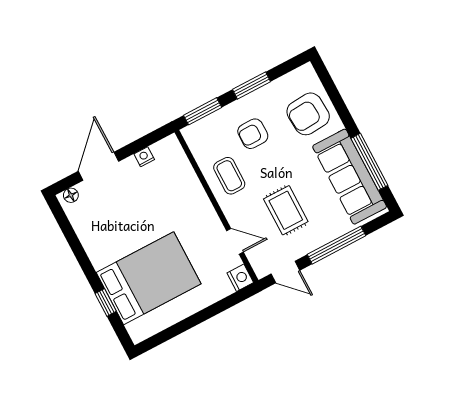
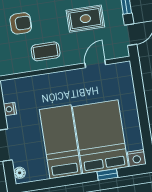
armchair: (253, 134) -> (21, 23), turned -90
bed: (126, 232) -> (60, 142), added
nightstand: (240, 278) -> (137, 158), moved, turned 180

